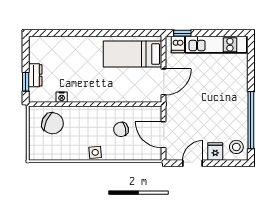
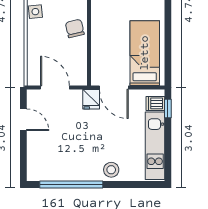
chair: (121, 129) -> (75, 28), moved
door: (164, 135) -> (55, 87), hinge flipped
stool: (236, 147) -> (111, 170), moved
fridge: (215, 151) -> (91, 99), moved, turned 90

